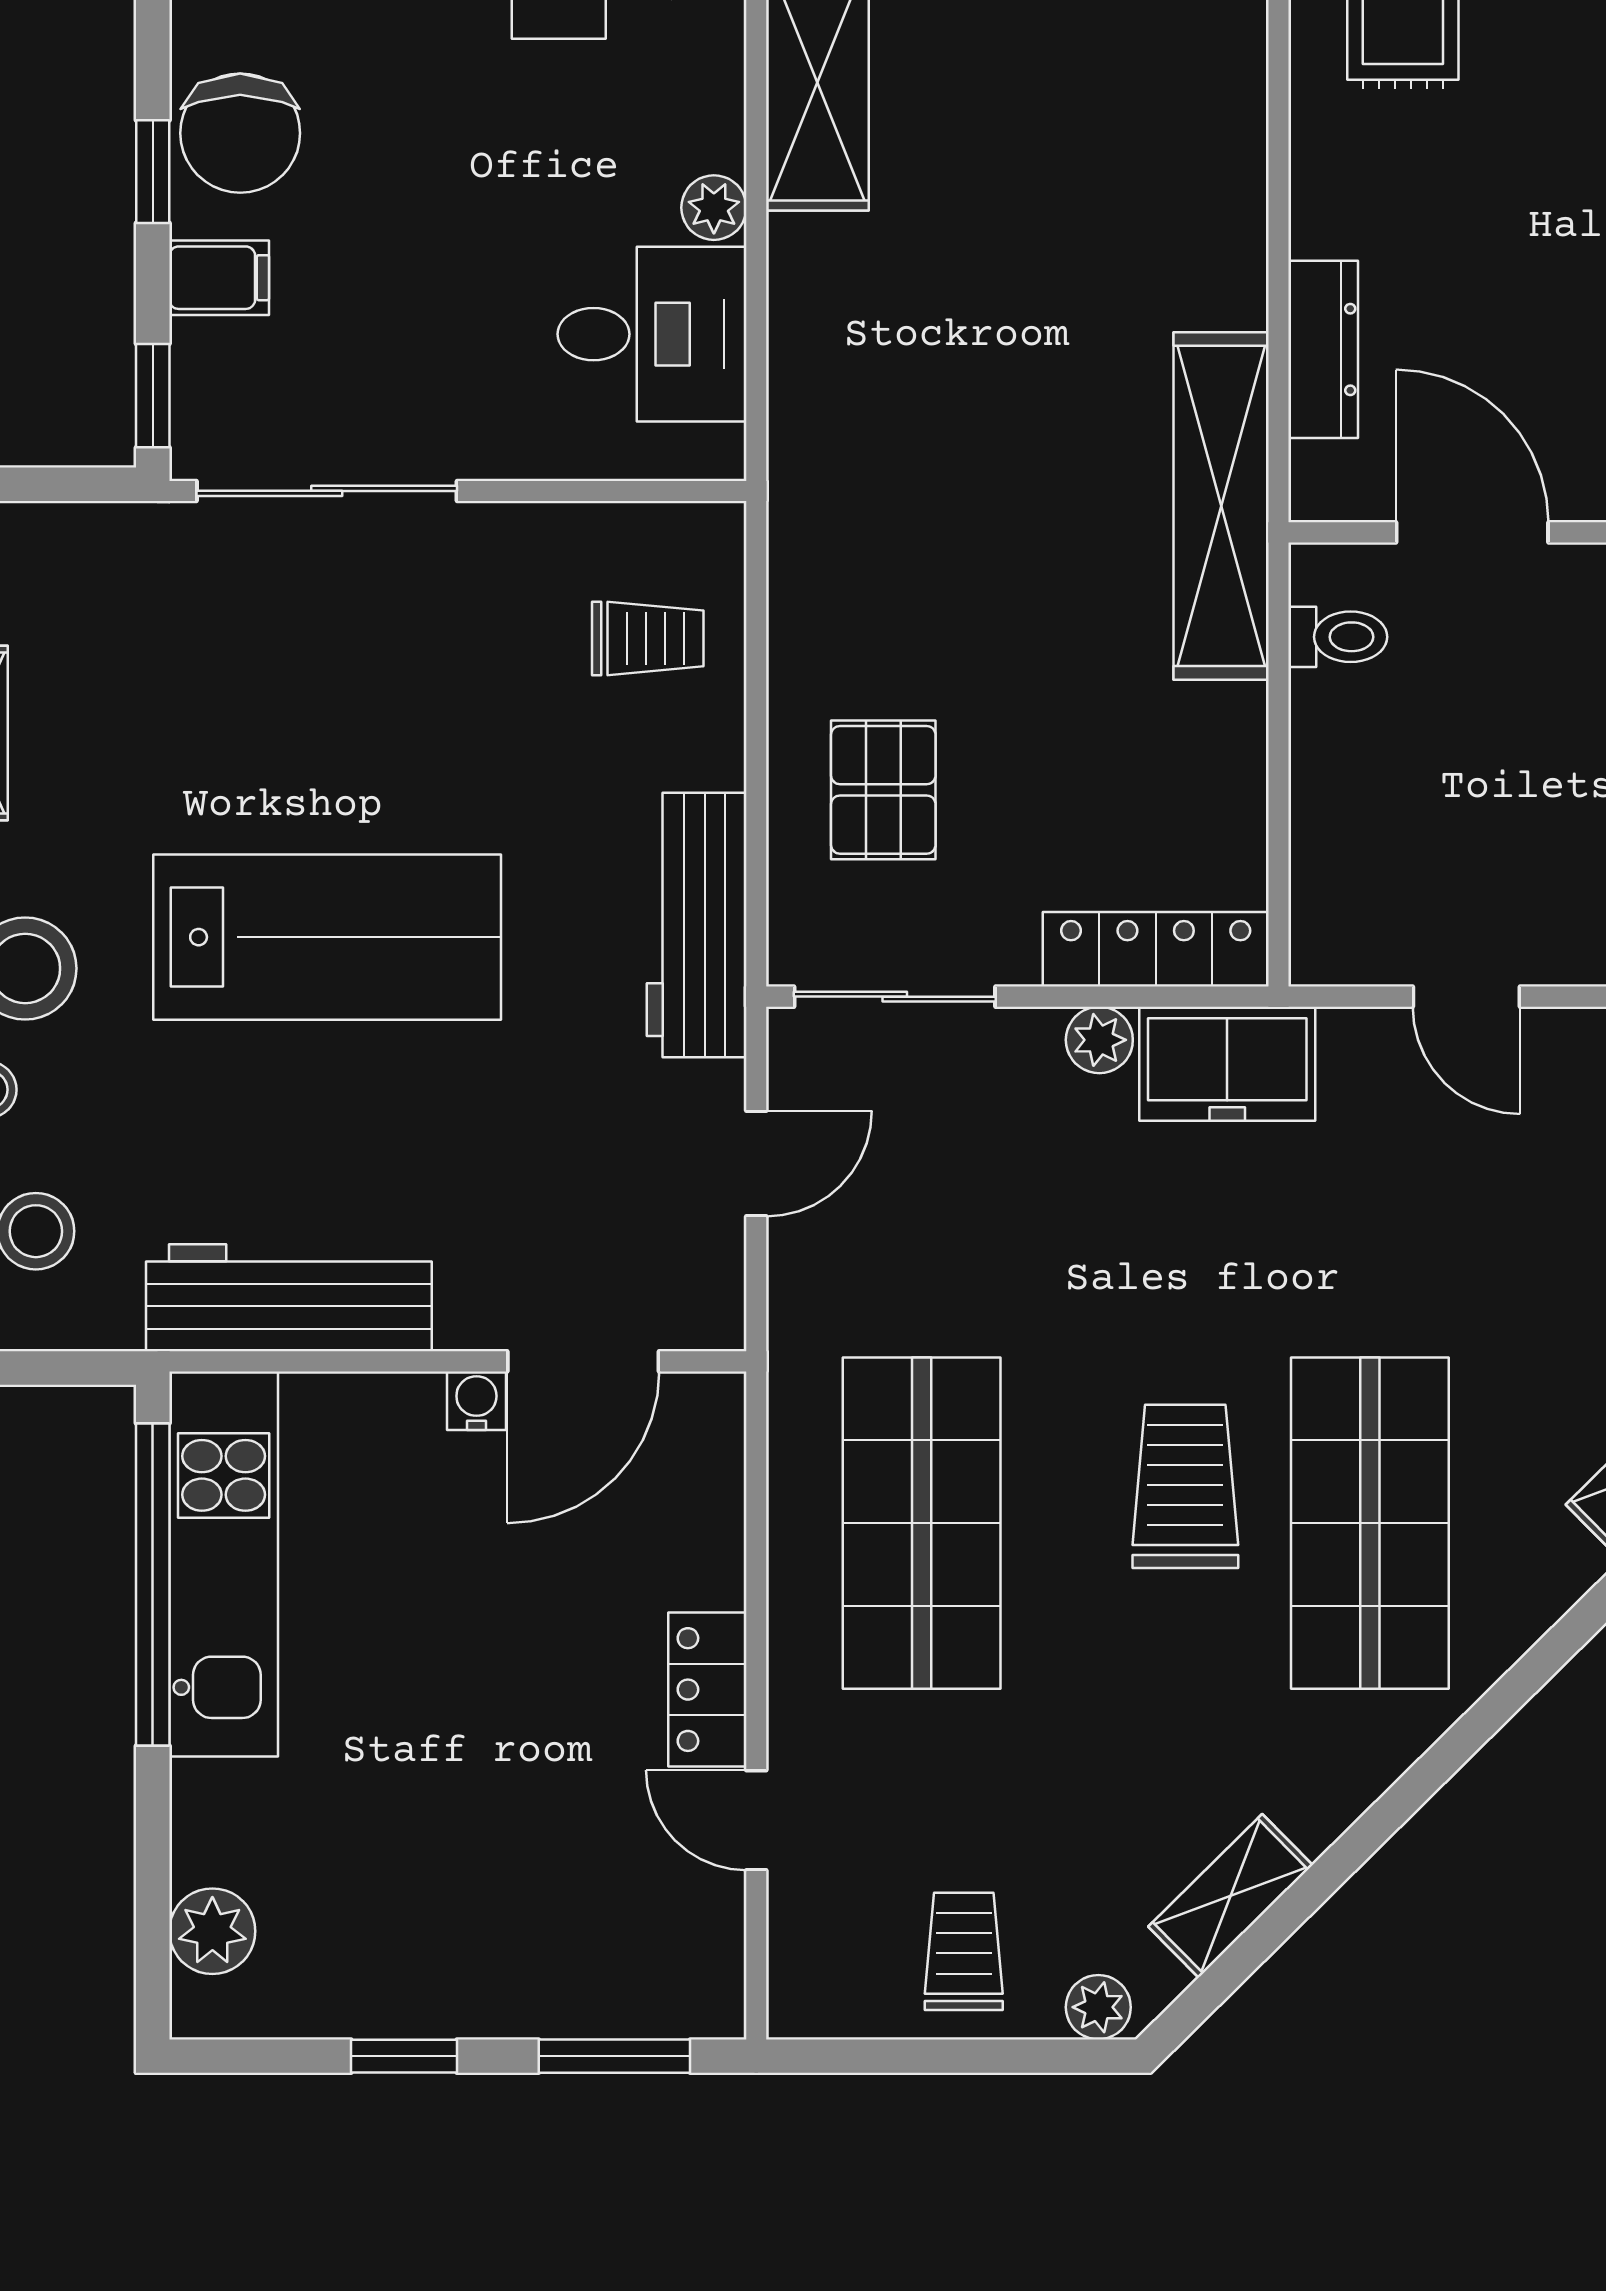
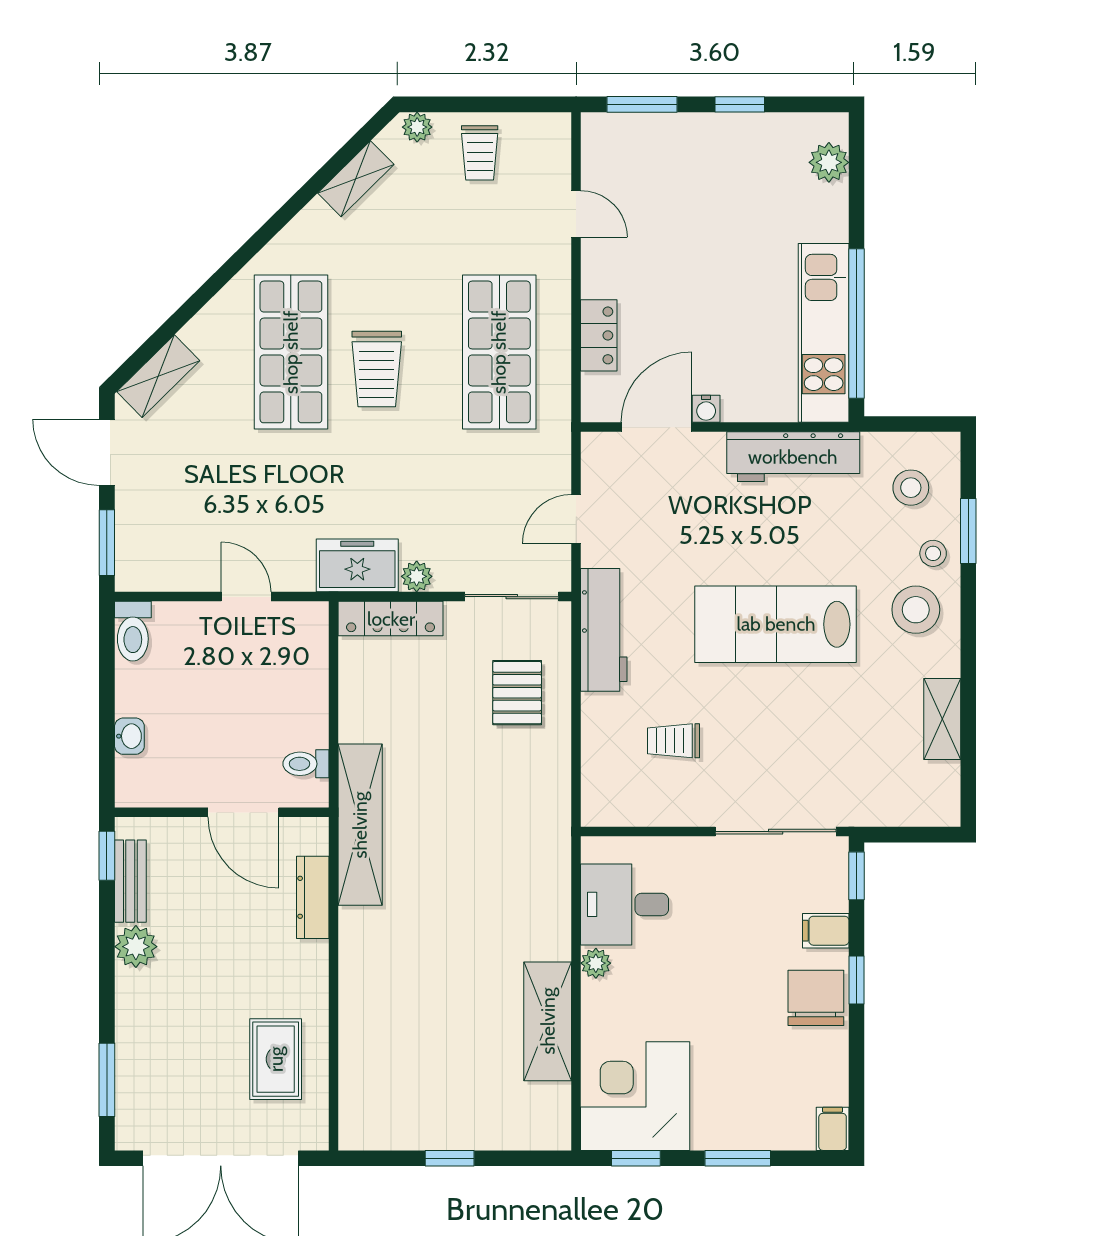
trolley: (648, 638) -> (673, 741), moved
locker: (707, 1690) -> (599, 335), moved

